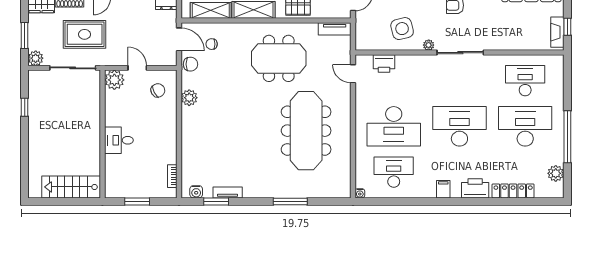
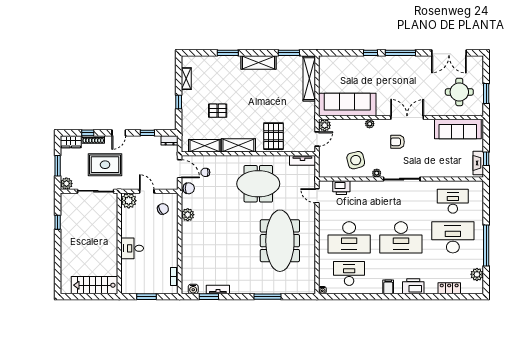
desk: (459, 126) -> (401, 237), turned 180
locker: (513, 191) -> (449, 288), width x0.66

